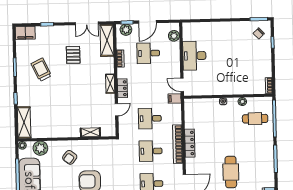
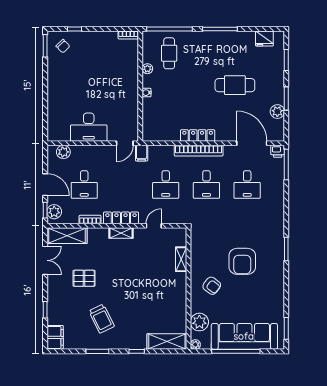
trolley: (41, 70) -> (102, 319), turned -91
locker: (122, 88) -> (121, 218), width x1.53
door: (117, 110) -> (154, 226), hinge flipped

